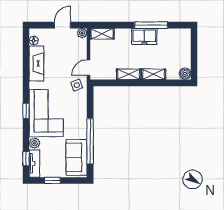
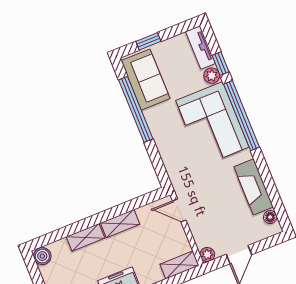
door: (89, 68) -> (179, 210), swing flipped
side table: (77, 85) -> (186, 180), removed
window: (26, 111) -> (241, 116), width x3.17
window: (26, 159) -> (220, 64), moved
window: (52, 180) -> (148, 41), moved

